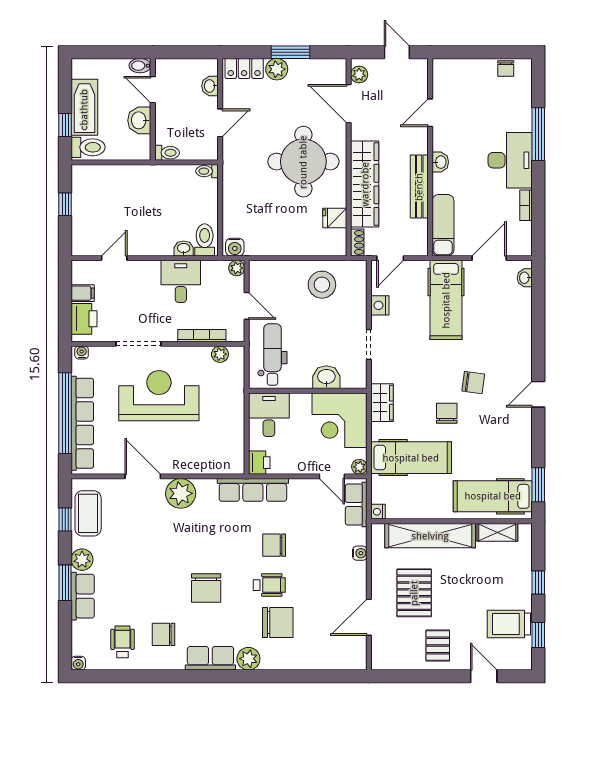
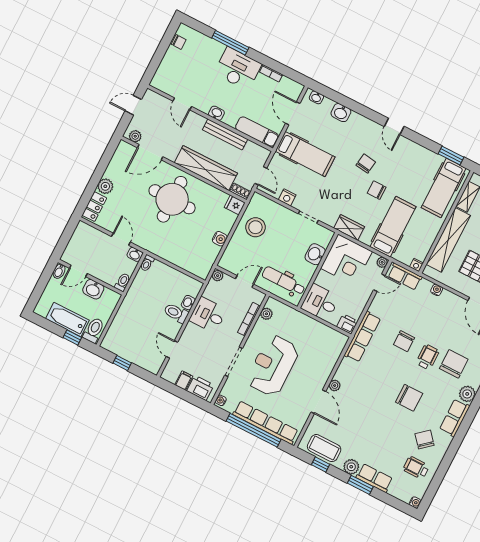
window: (290, 52) -> (99, 172), removed
washbasin: (210, 86) -> (135, 254), moved
fridge: (335, 218) -> (235, 205), moved, turned 90
toilet: (205, 240) -> (176, 313), moved
water cooler: (235, 247) -> (220, 239), moved
washbasin: (521, 318) -> (341, 113), added
door: (143, 476) -> (318, 402), swing flipped
plant: (181, 493) -> (335, 386), width x0.53, depth x0.53
chair: (164, 634) -> (424, 440), turned 139

